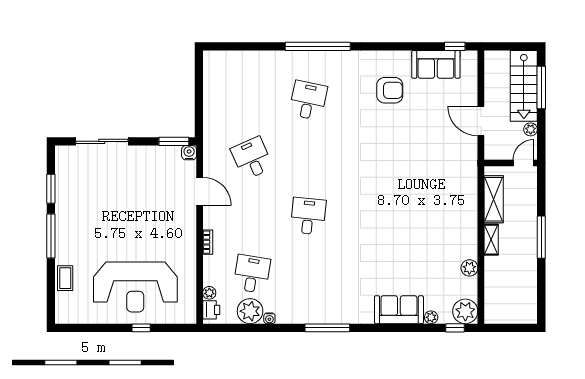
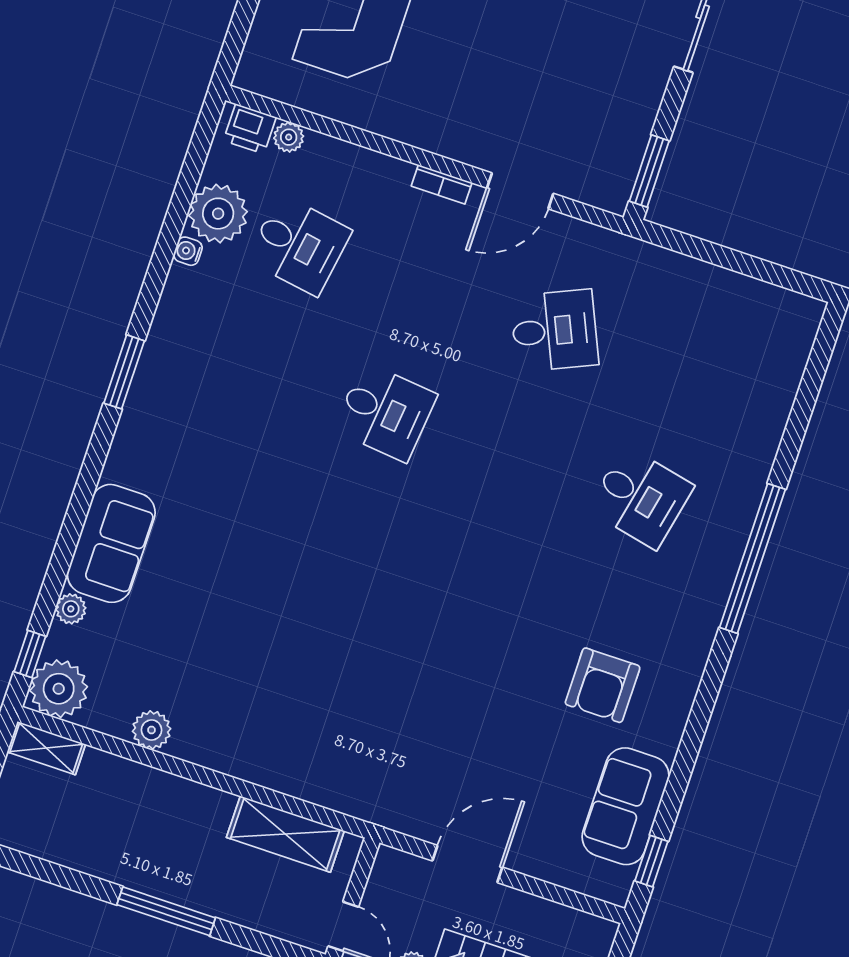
water cooler: (189, 153) -> (613, 196), removed
shelving: (491, 240) -> (46, 748), moved
bookcase: (208, 242) -> (442, 184), moved
window: (327, 328) -> (124, 372), width x0.69

